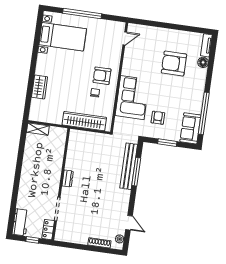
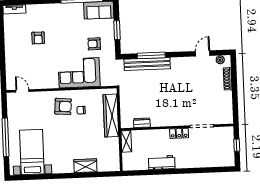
floor lamp: (203, 62) -> (32, 10), removed
armchair: (174, 64) -> (38, 38), width x0.53, depth x0.53
armchair: (102, 76) -> (63, 106), turned -85
shelving: (38, 129) -> (126, 141), moved
dresser: (68, 178) -> (142, 123), moved
workbench: (20, 222) -> (162, 162), moved
locker: (48, 230) -> (179, 133), moved

